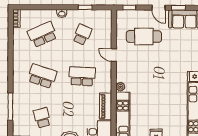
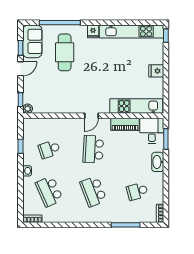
school desk: (82, 35) -> (49, 149), turned -42
cafe table: (144, 36) -> (65, 52), moved
door: (114, 55) -> (92, 116), moved
school desk: (42, 76) -> (93, 191), turned -39
plant: (120, 87) -> (28, 109), moved

